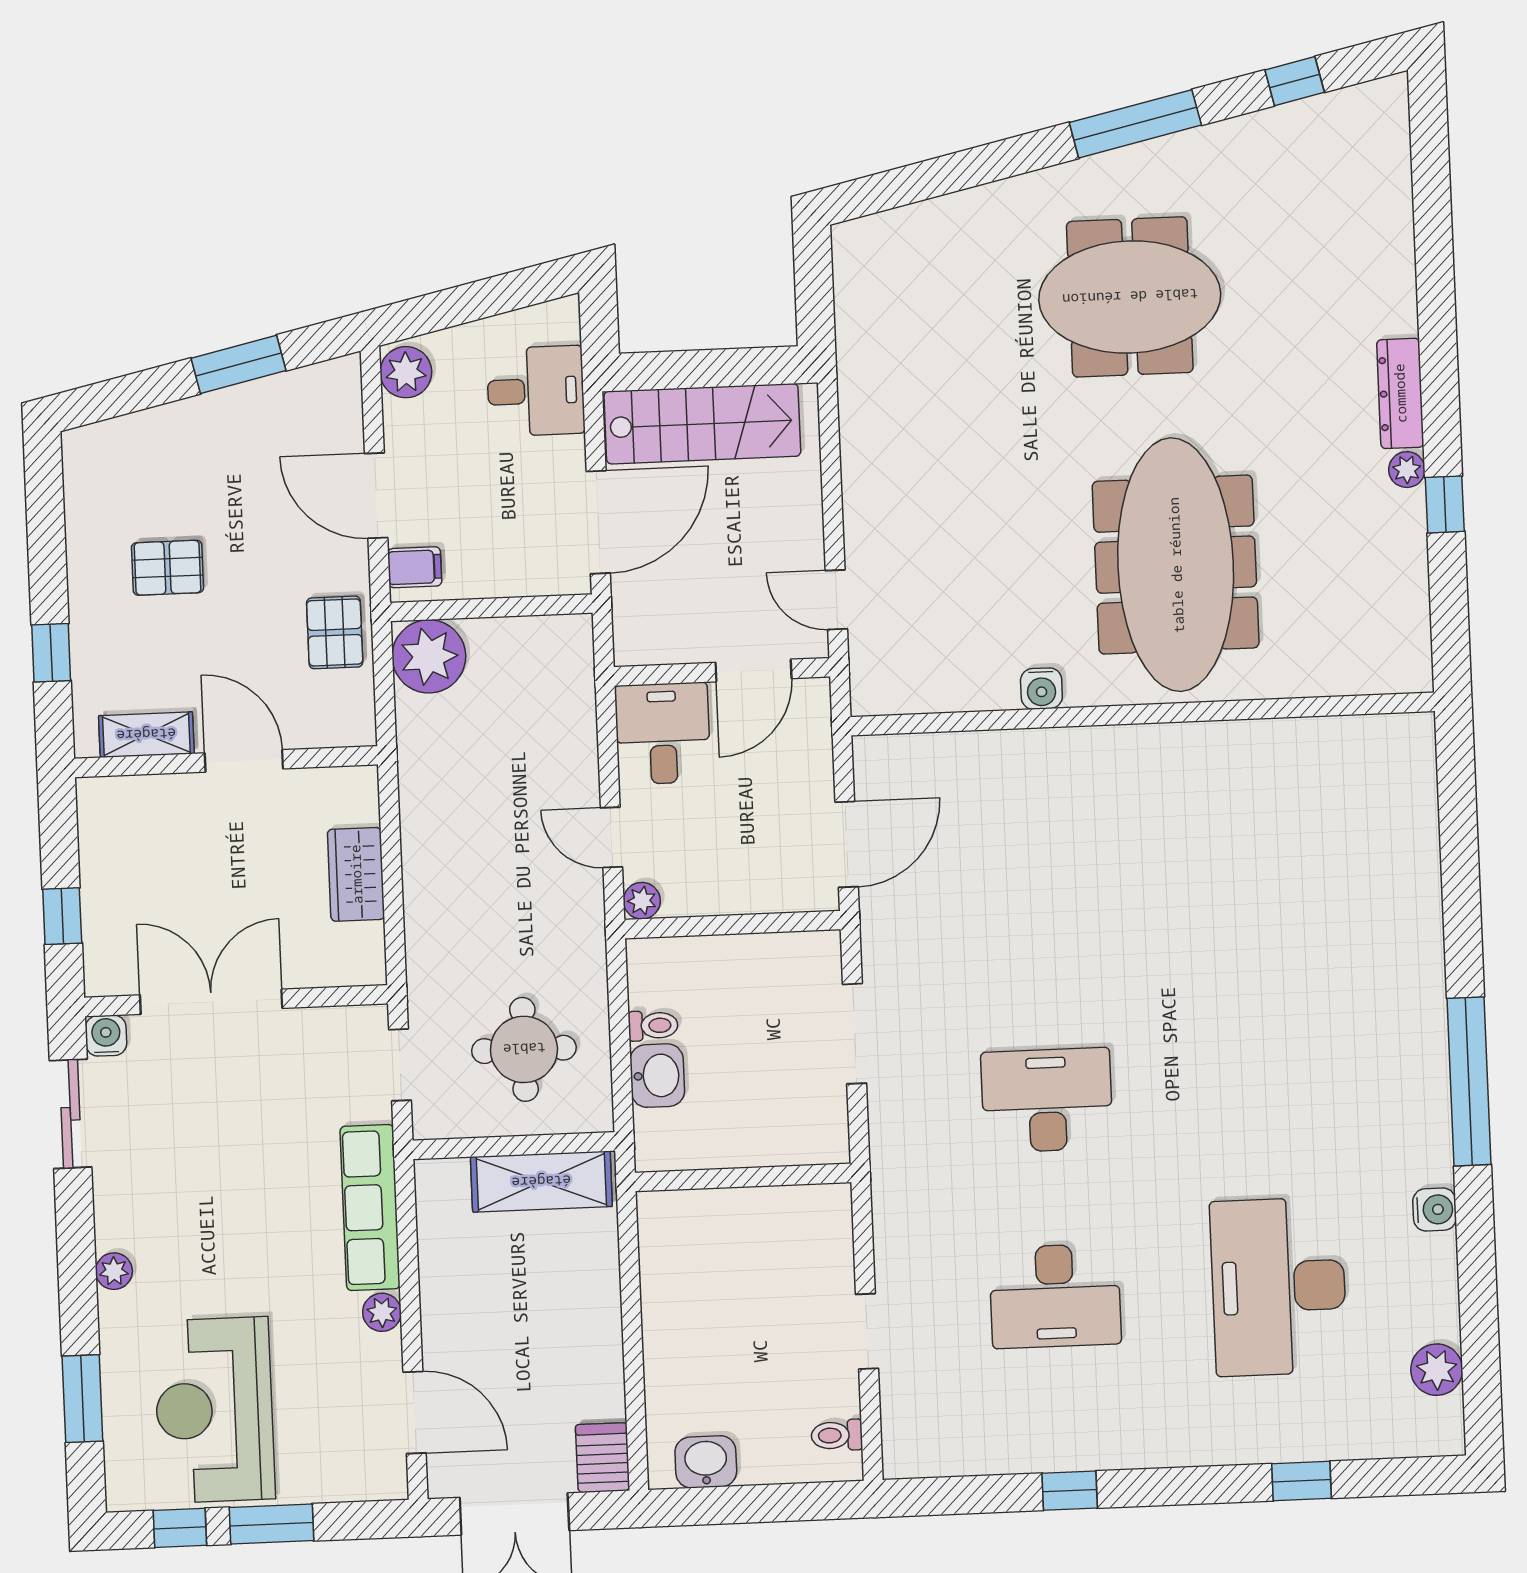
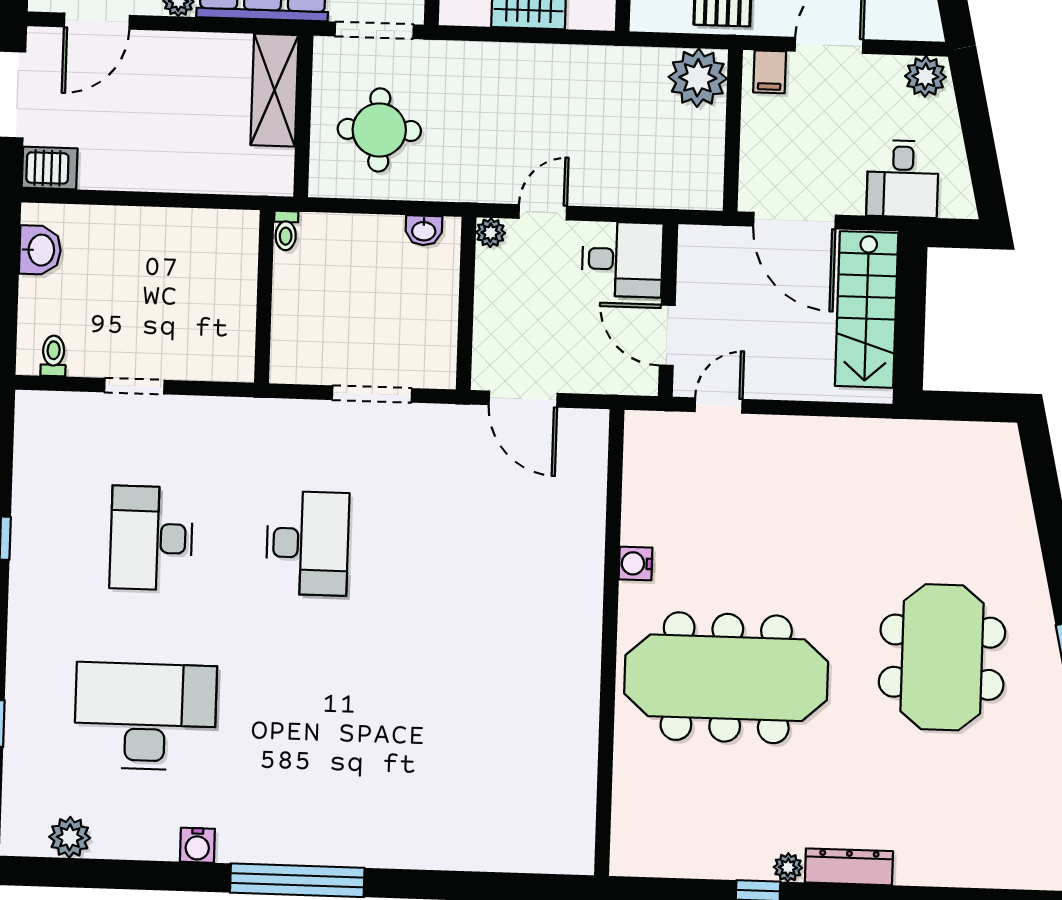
toilet: (653, 1026) -> (286, 231), moved
doorway: (400, 1065) -> (374, 30), width x1.38
washbasin: (657, 1076) -> (424, 230), moved, width x0.72, depth x0.69
shelving: (541, 1182) -> (275, 90), moved

